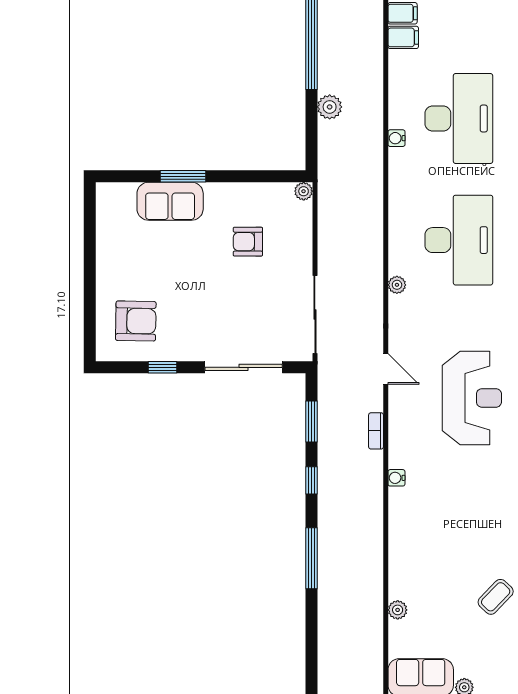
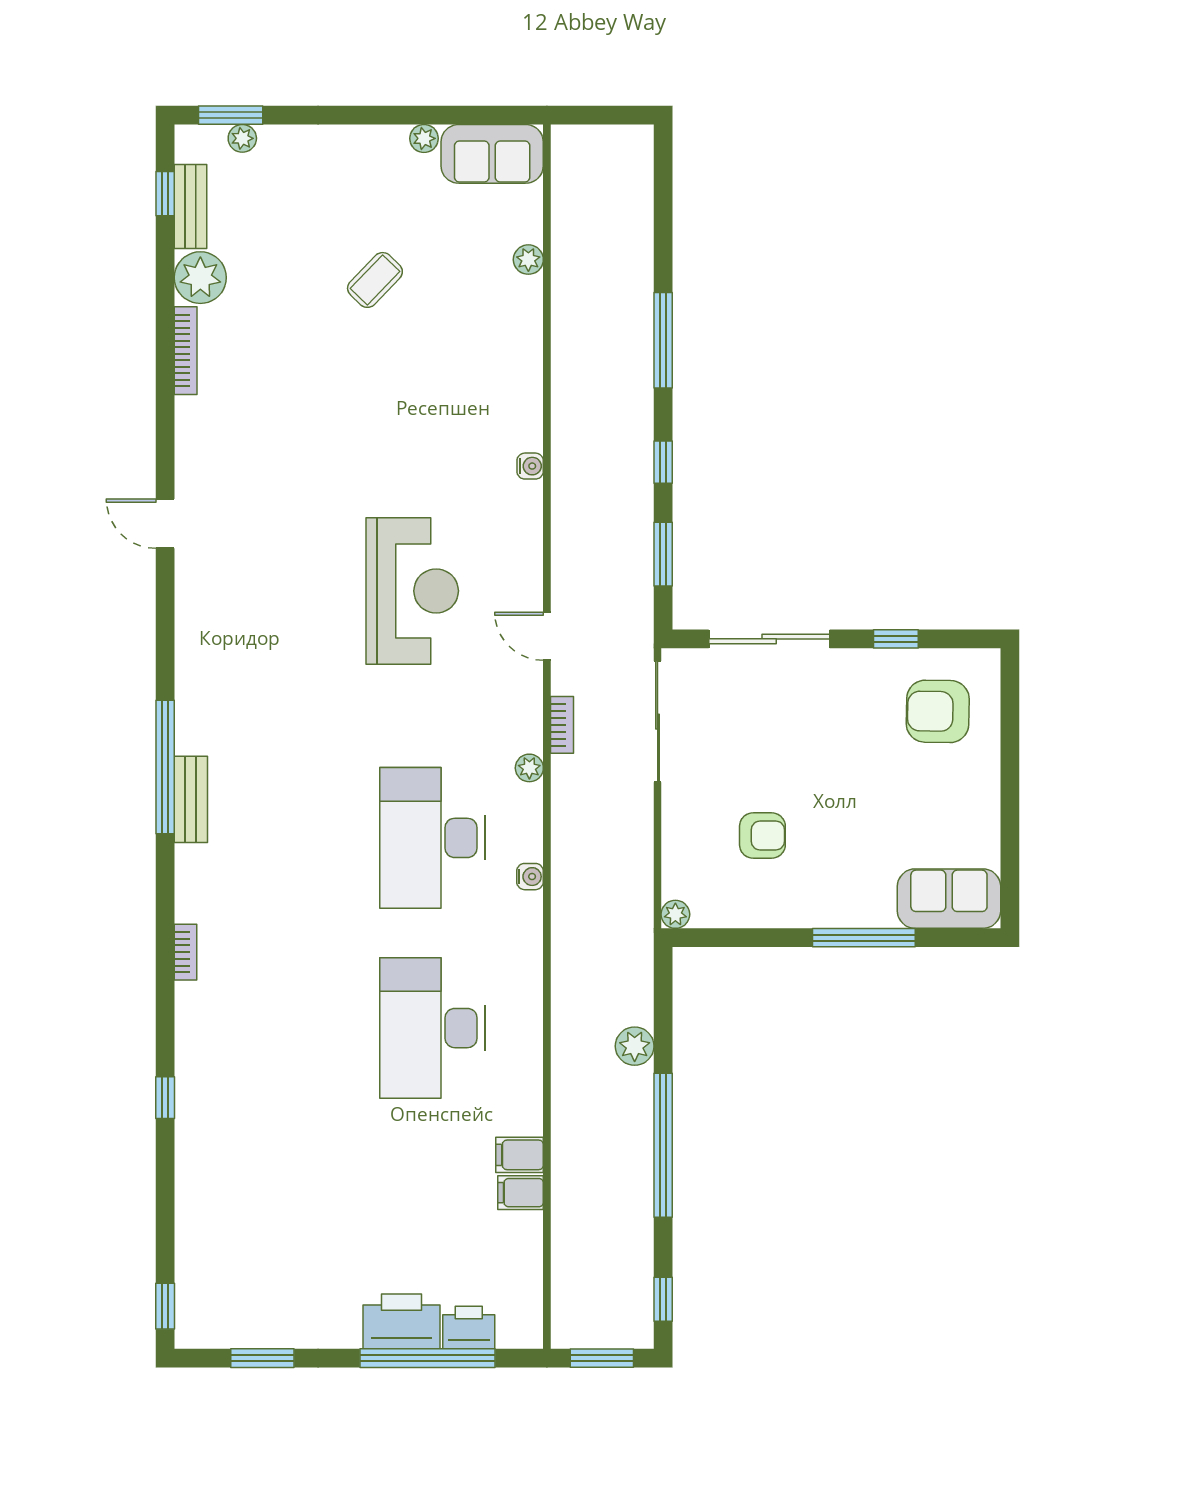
water cooler: (396, 138) -> (530, 877), moved
window: (183, 176) -> (864, 938), width x1.44
sofa: (170, 201) -> (949, 899), moved
reception desk: (472, 398) -> (412, 591), turned 180
bookcase: (376, 431) -> (562, 725), moved

